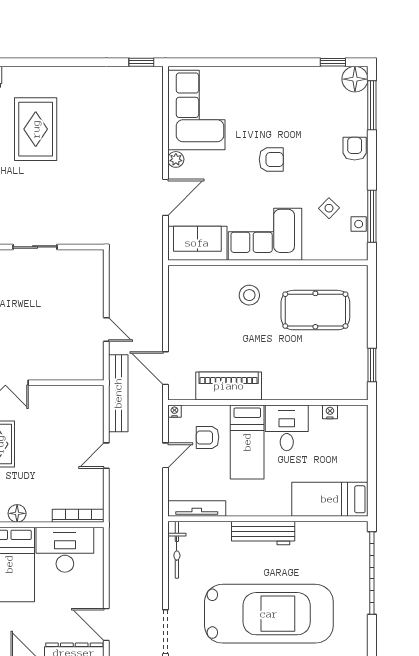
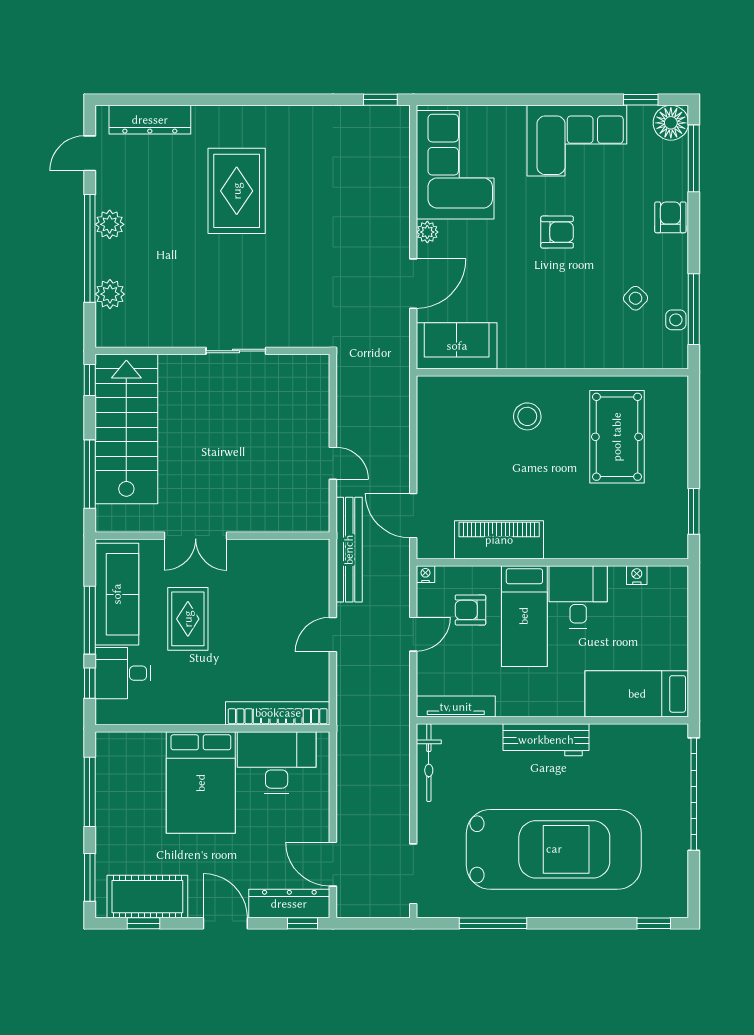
corner sofa: (265, 234) -> (577, 141), moved, turned 180
pool table: (315, 310) -> (617, 437), turned 90
floor lamp: (17, 513) -> (212, 713), removed
bookcase: (78, 516) -> (278, 713), width x1.48, depth x1.31

